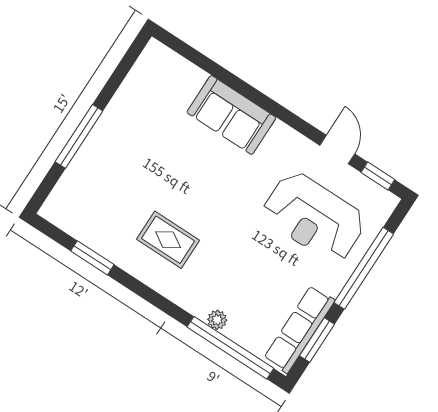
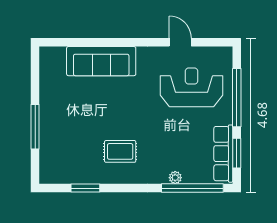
sofa: (231, 115) -> (101, 61), width x1.36
window: (378, 176) -> (212, 42), removed
reception desk: (314, 217) -> (192, 87), turned 180

